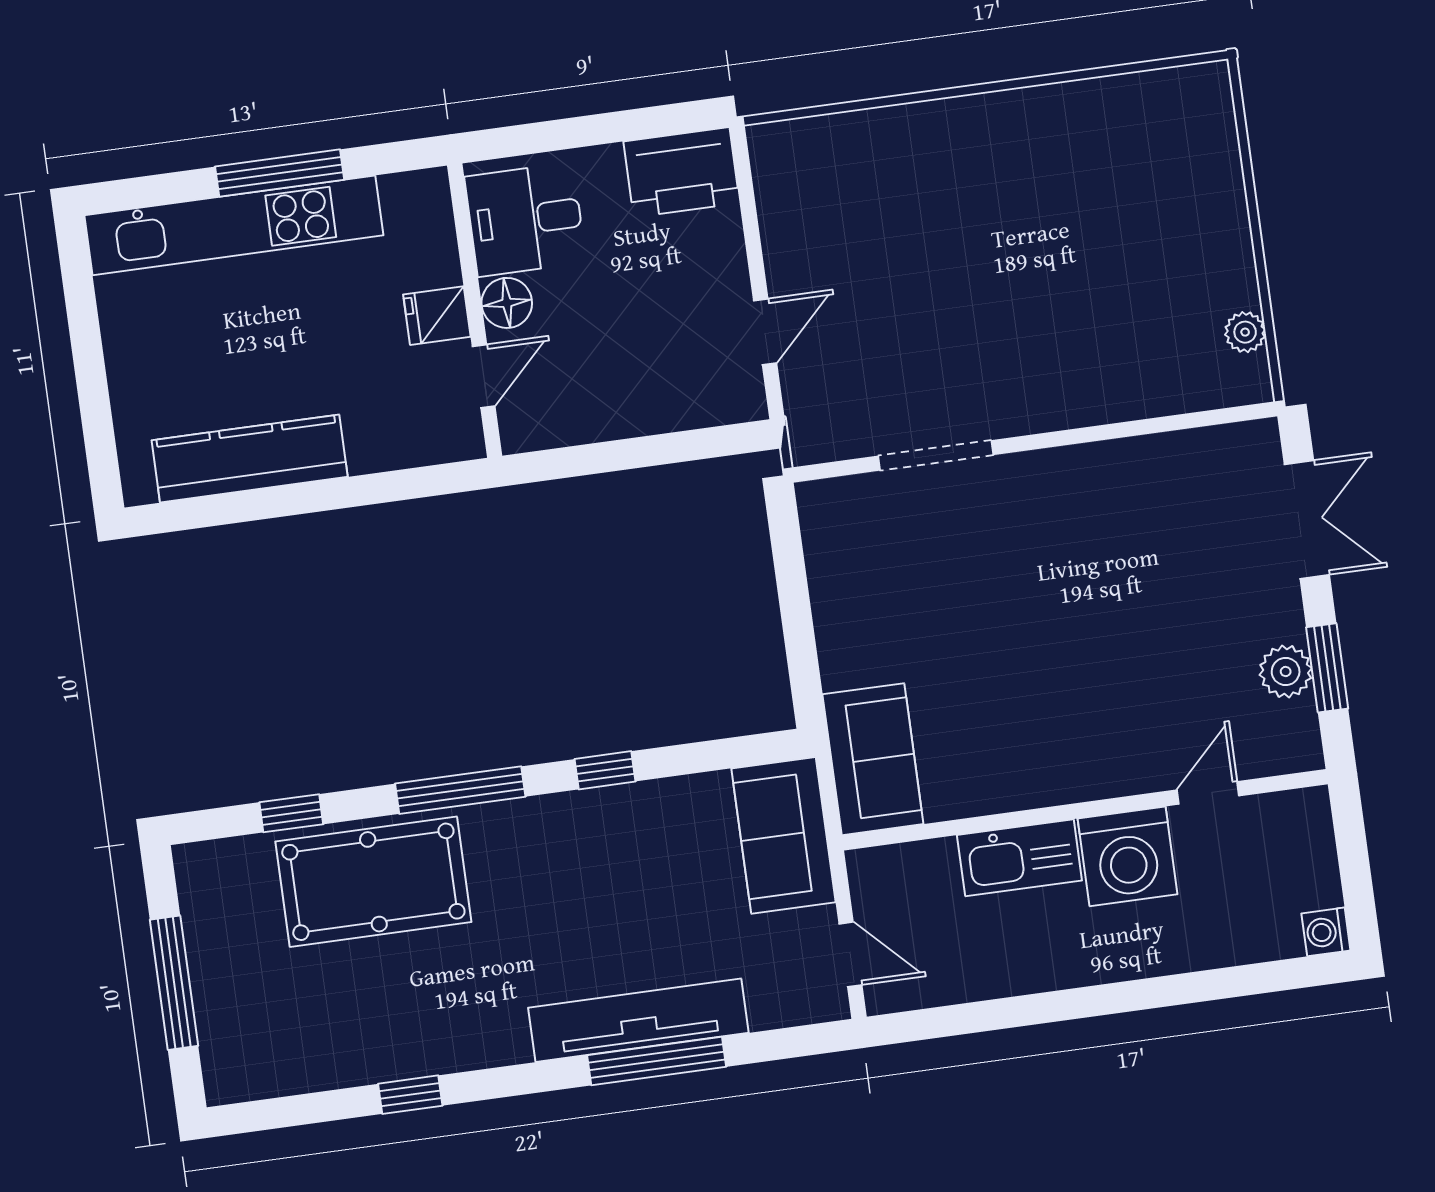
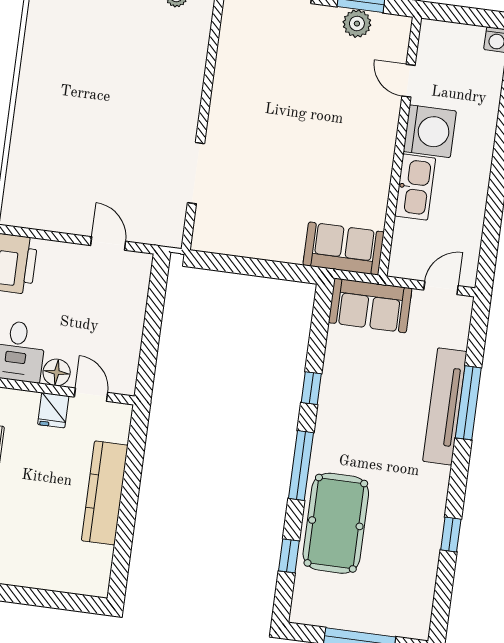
kitchen counter: (250, 459) -> (105, 493), moved

